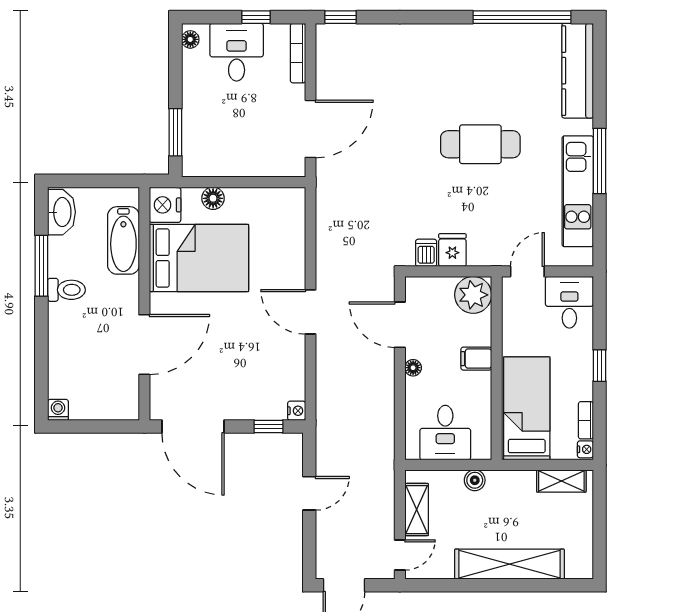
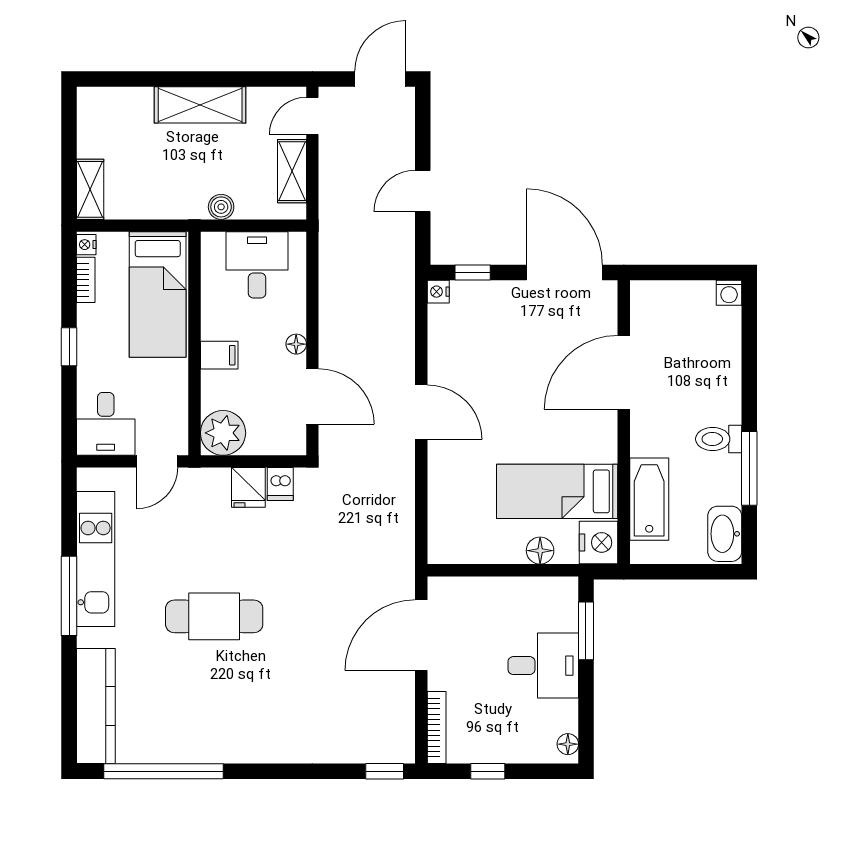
desk: (237, 52) -> (543, 666), moved, turned -90
bed: (199, 258) -> (557, 491), width x0.67
shelving: (561, 481) -> (90, 189), moved, turned 90
shelving: (509, 564) -> (200, 105), width x0.68

